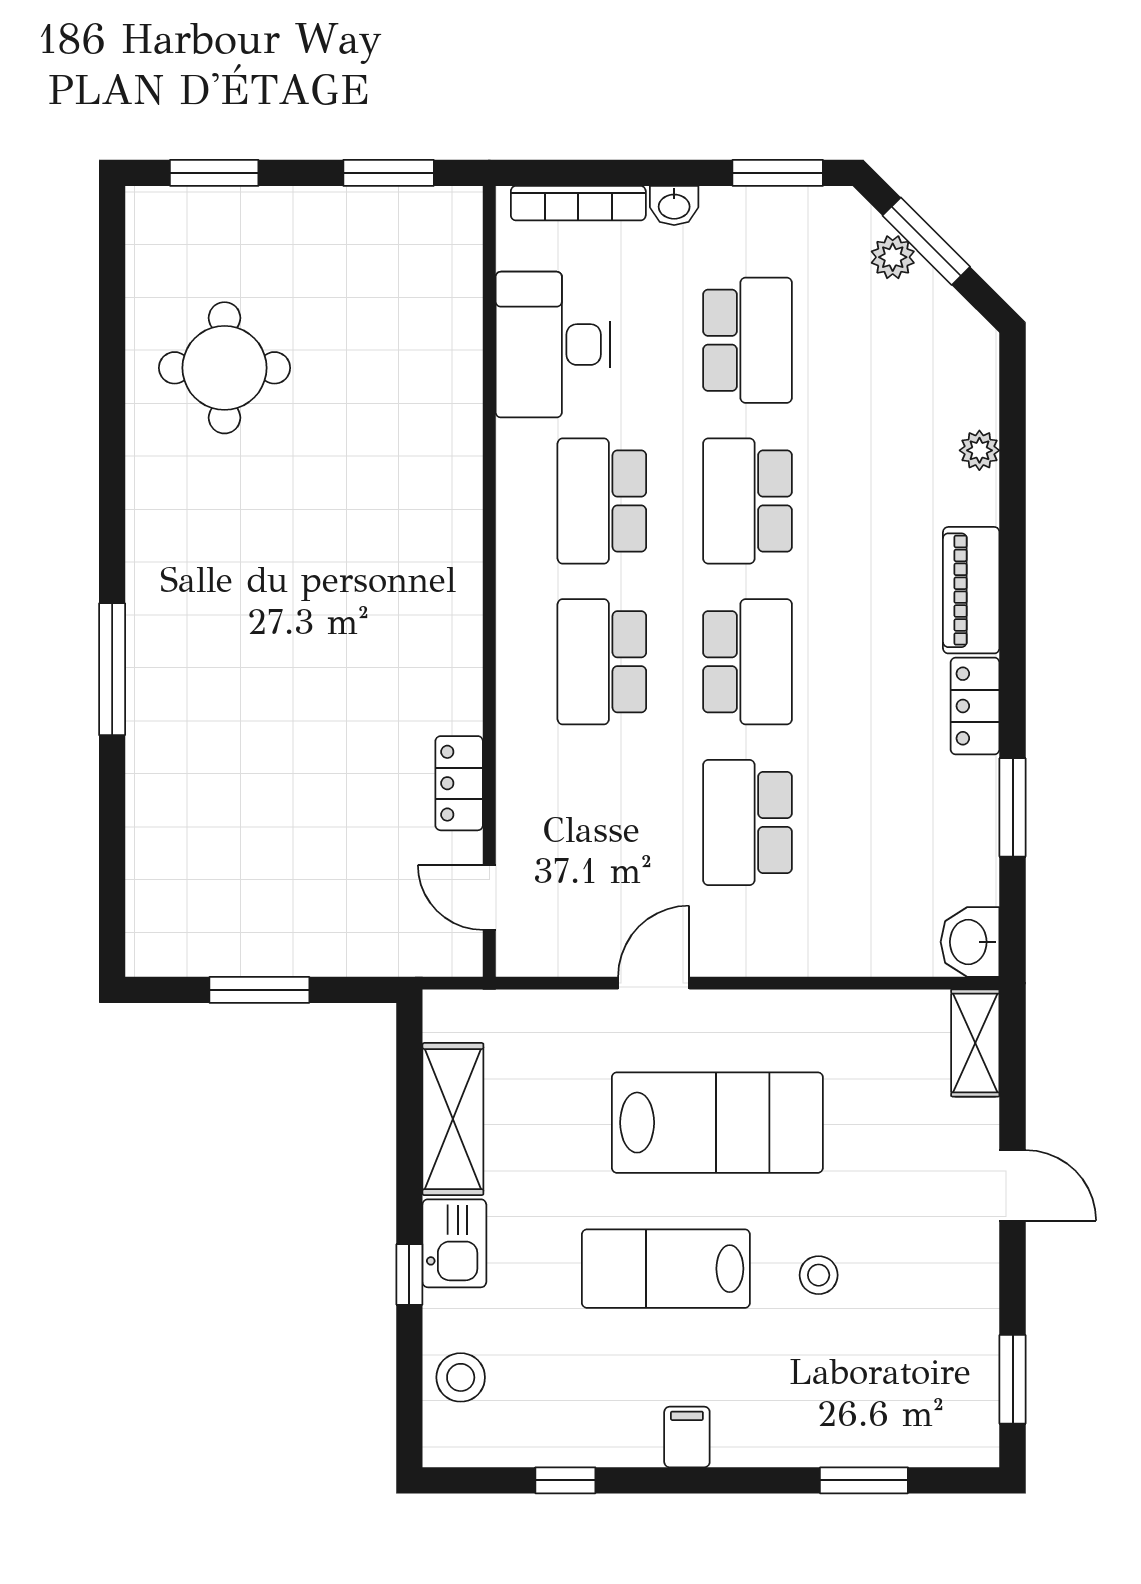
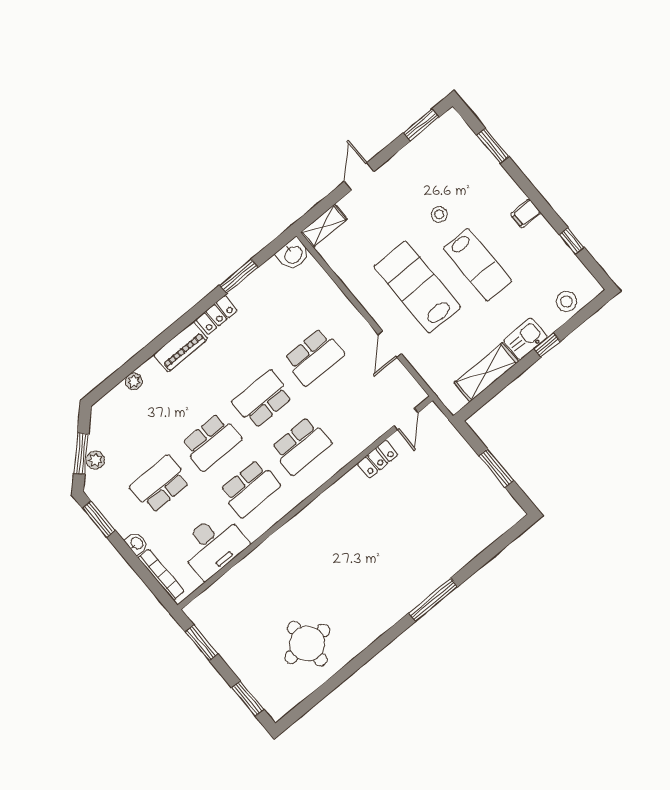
door: (654, 983) -> (390, 344), hinge flipped

